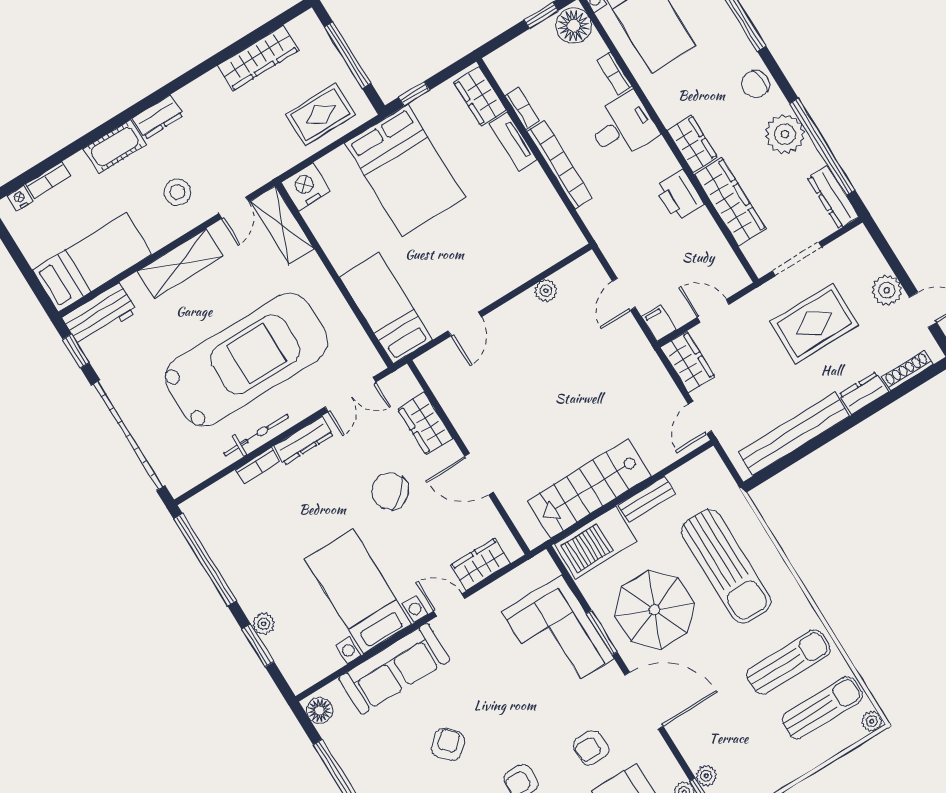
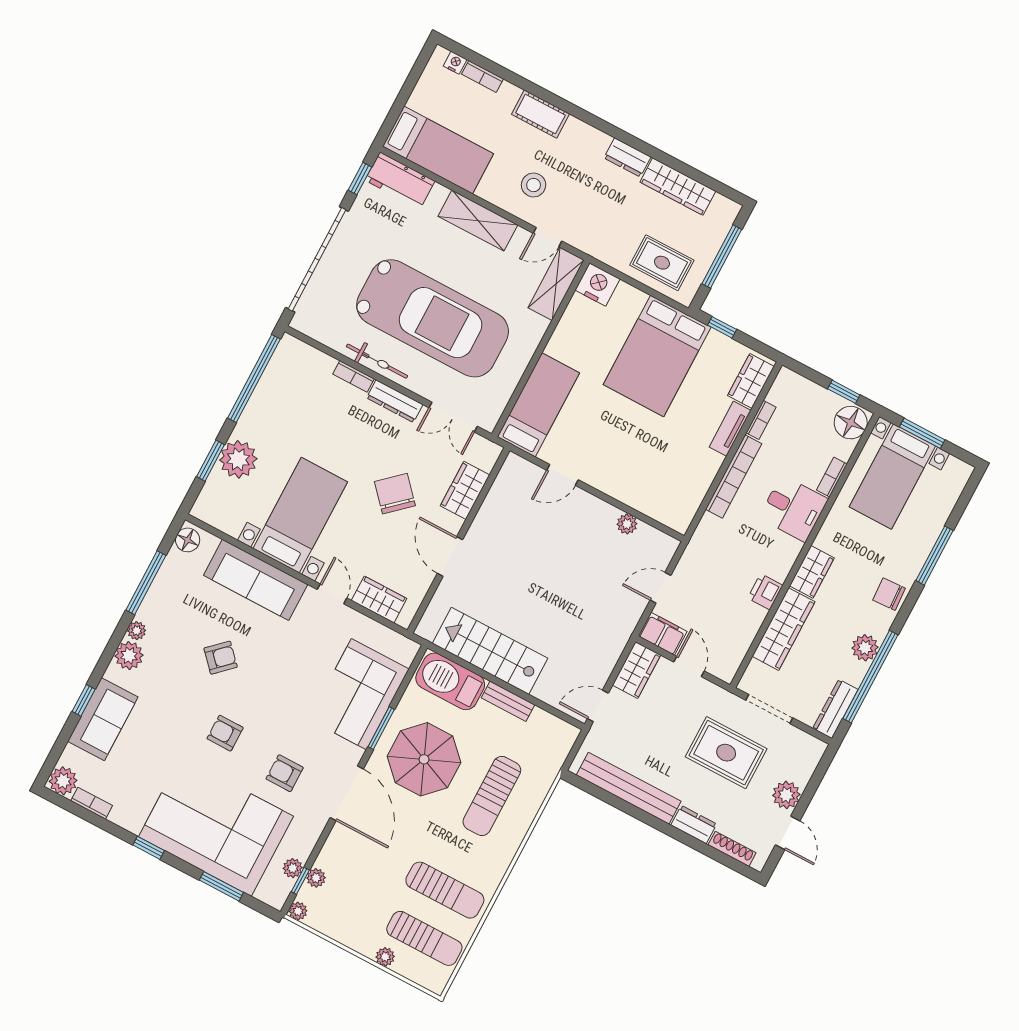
dresser: (158, 117) -> (627, 157), moved
plant: (785, 134) -> (865, 648), width x0.73, depth x0.73
printer: (679, 195) -> (765, 592), width x0.73, depth x0.81
filing cabinet: (659, 323) -> (663, 634), width x2.00
sun lounger: (726, 566) -> (492, 796), width x0.73, depth x0.75
plant: (264, 624) -> (238, 459), width x1.88, depth x1.88
plant: (872, 721) -> (385, 957), moved

